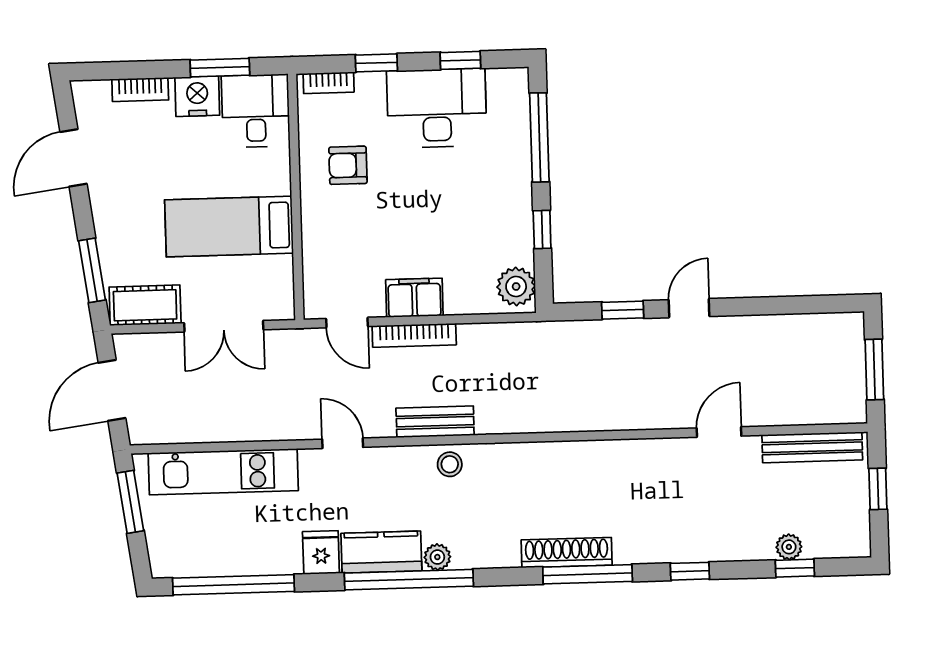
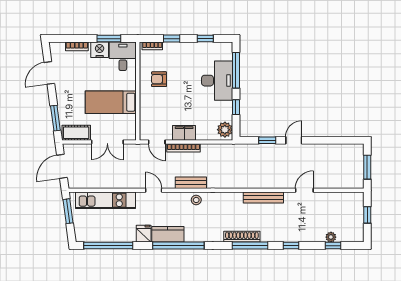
desk: (437, 108) -> (217, 81), moved, turned 90
bench: (812, 447) -> (263, 197), moved
plant: (437, 557) -> (190, 237), removed

